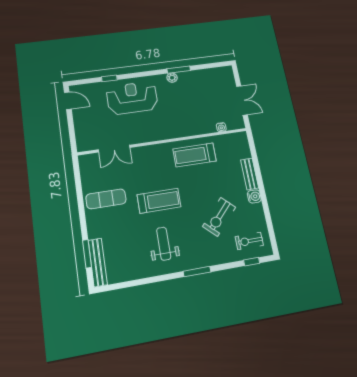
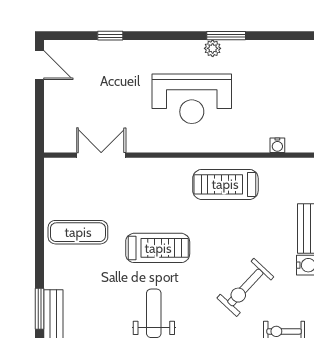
reception desk: (132, 98) -> (192, 99), moved, turned 180
double door: (114, 149) -> (101, 155), swing flipped

